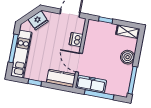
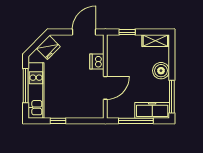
door: (79, 63) -> (105, 88), swing flipped
kitchen counter: (61, 78) -> (88, 110), removed
freezer: (91, 84) -> (152, 110), moved

